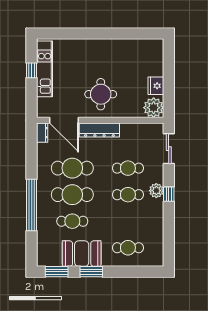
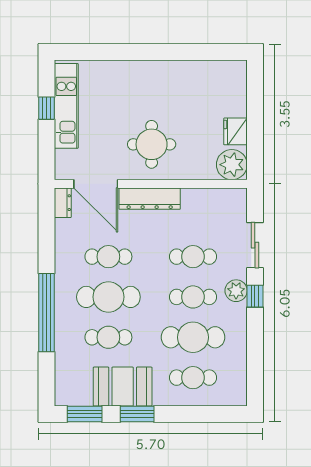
sliding door: (169, 149) -> (255, 245), moved
cafe table: (72, 168) -> (108, 257), width x0.73, depth x0.74
cafe table: (128, 221) -> (193, 337), added

